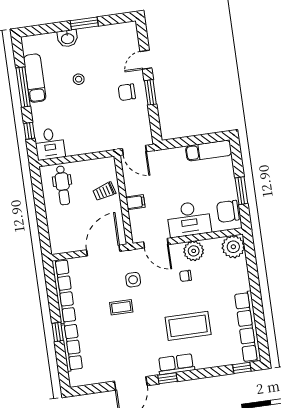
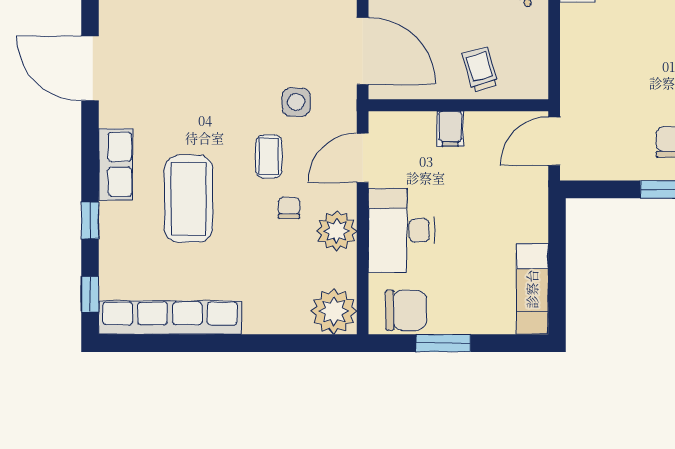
chair: (228, 211) -> (406, 310), turned 90
coffee table: (121, 307) -> (269, 157), moved
window: (168, 378) -> (90, 221), moved

